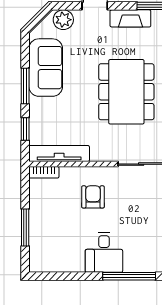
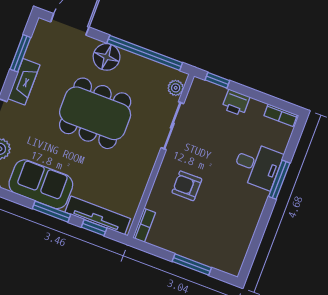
tv unit: (59, 154) -> (98, 215), moved, turned 90
desk: (104, 252) -> (258, 165), moved
window: (129, 276) -> (279, 180), width x0.69

